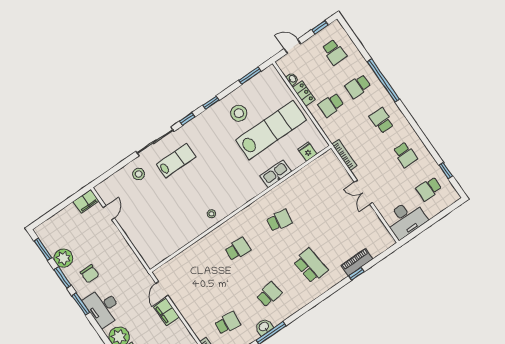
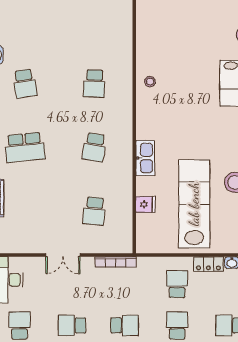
lab bench: (271, 130) -> (194, 204), turned 180
fridge: (307, 152) -> (145, 204), moved
kitchen sink: (276, 174) -> (145, 158), moved
double door: (363, 192) -> (63, 255), swing flipped
school desk: (228, 323) -> (94, 211), moved

